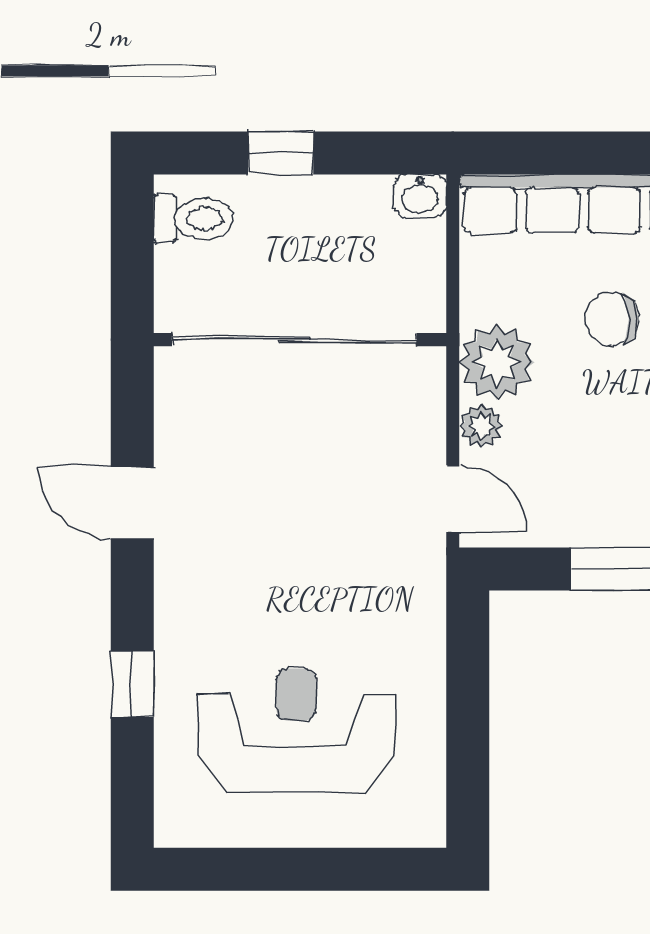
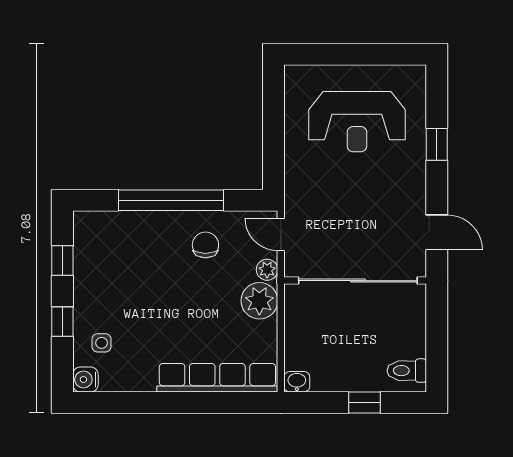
chair: (612, 319) -> (205, 245), moved, turned -90
sliding door: (294, 340) -> (358, 281), moved
wall: (300, 340) -> (355, 281), moved

